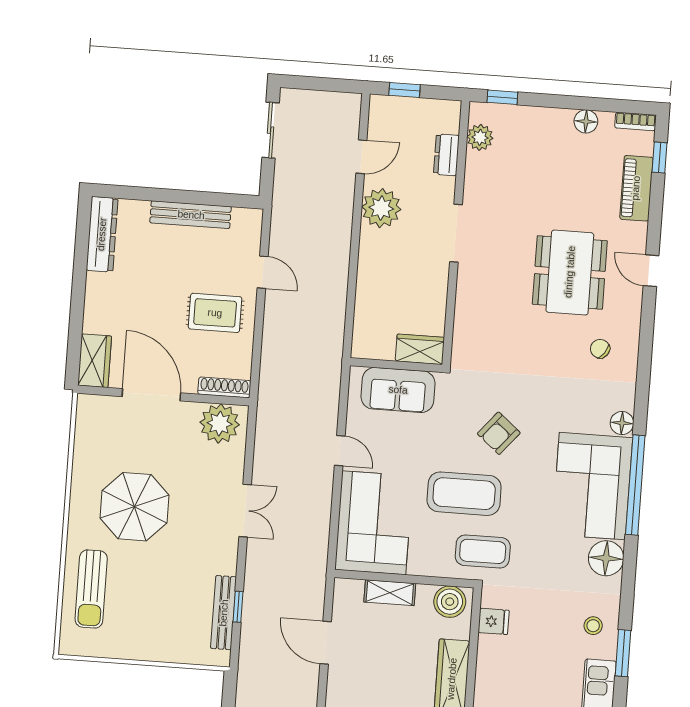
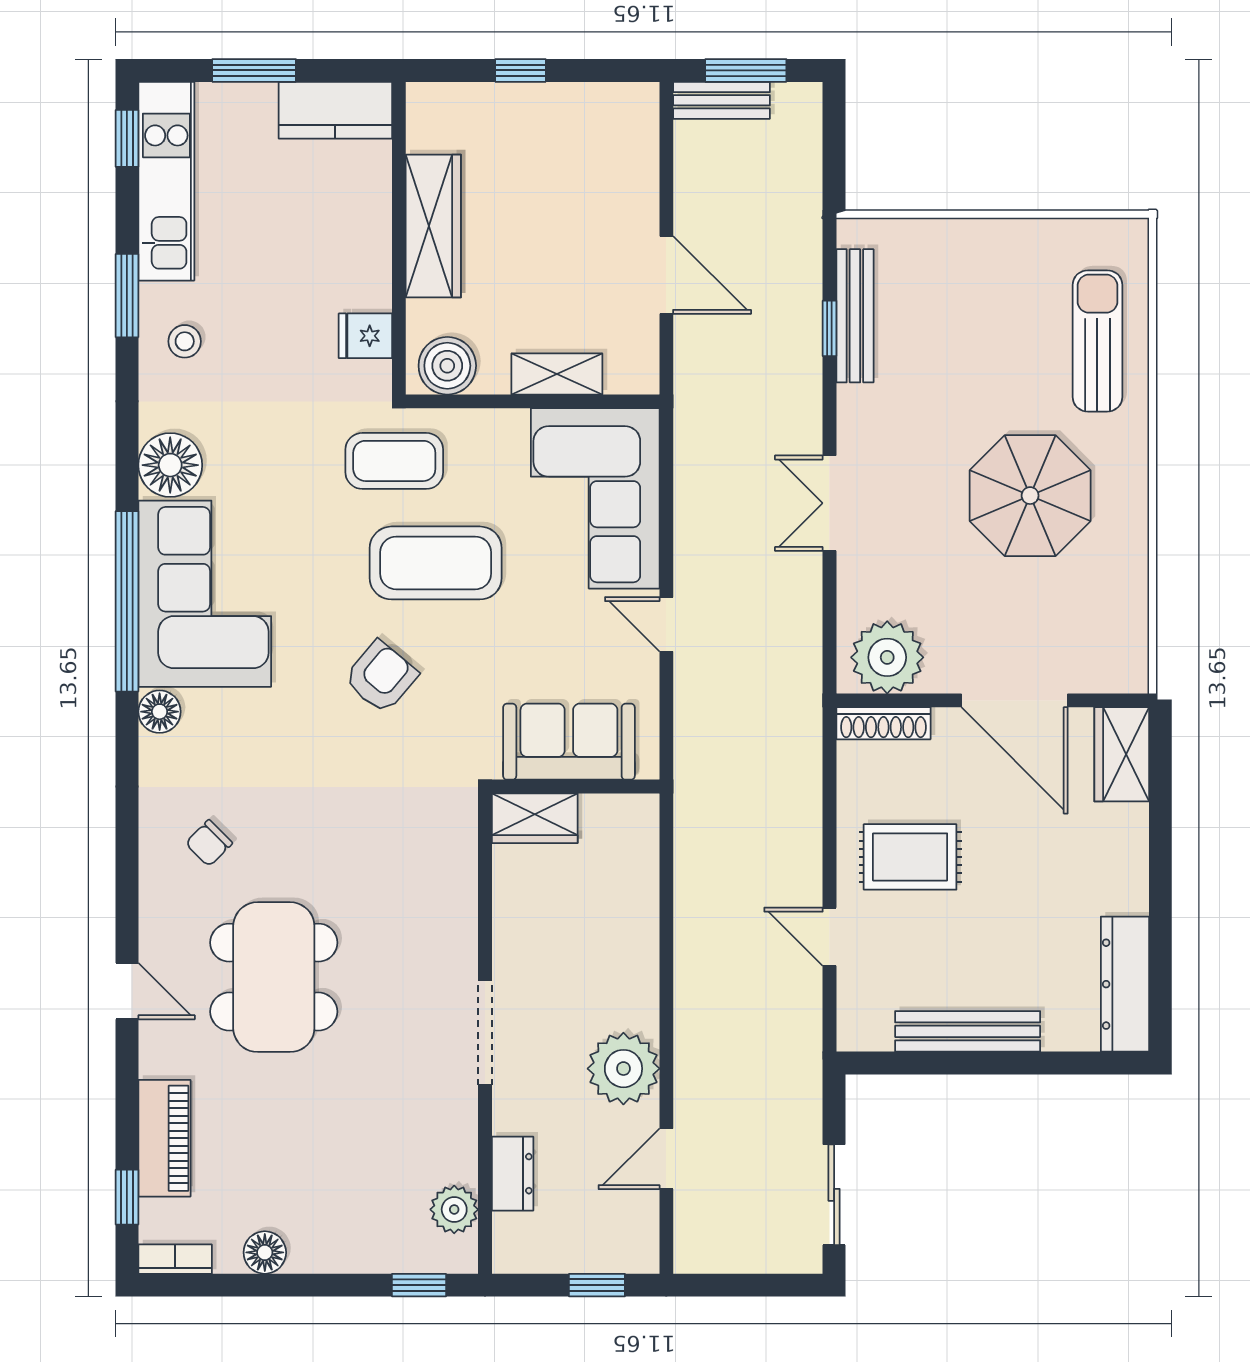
chair: (600, 349) -> (209, 843), turned 100

